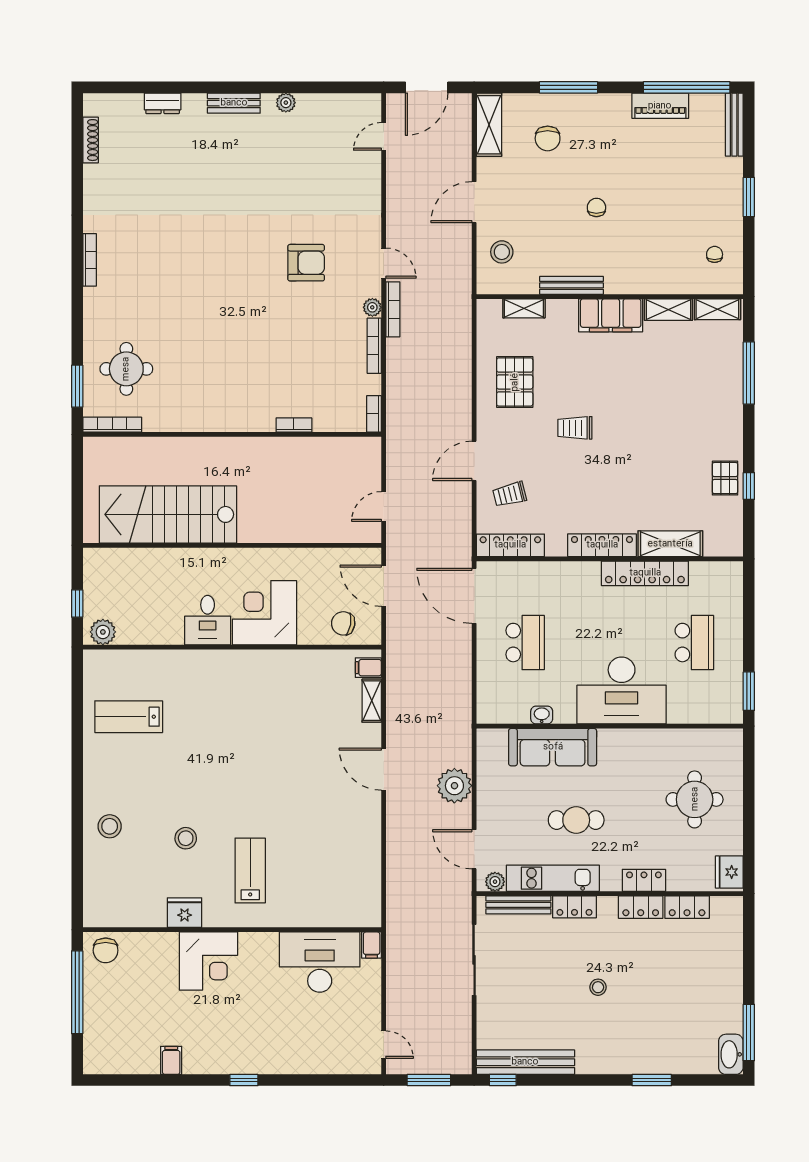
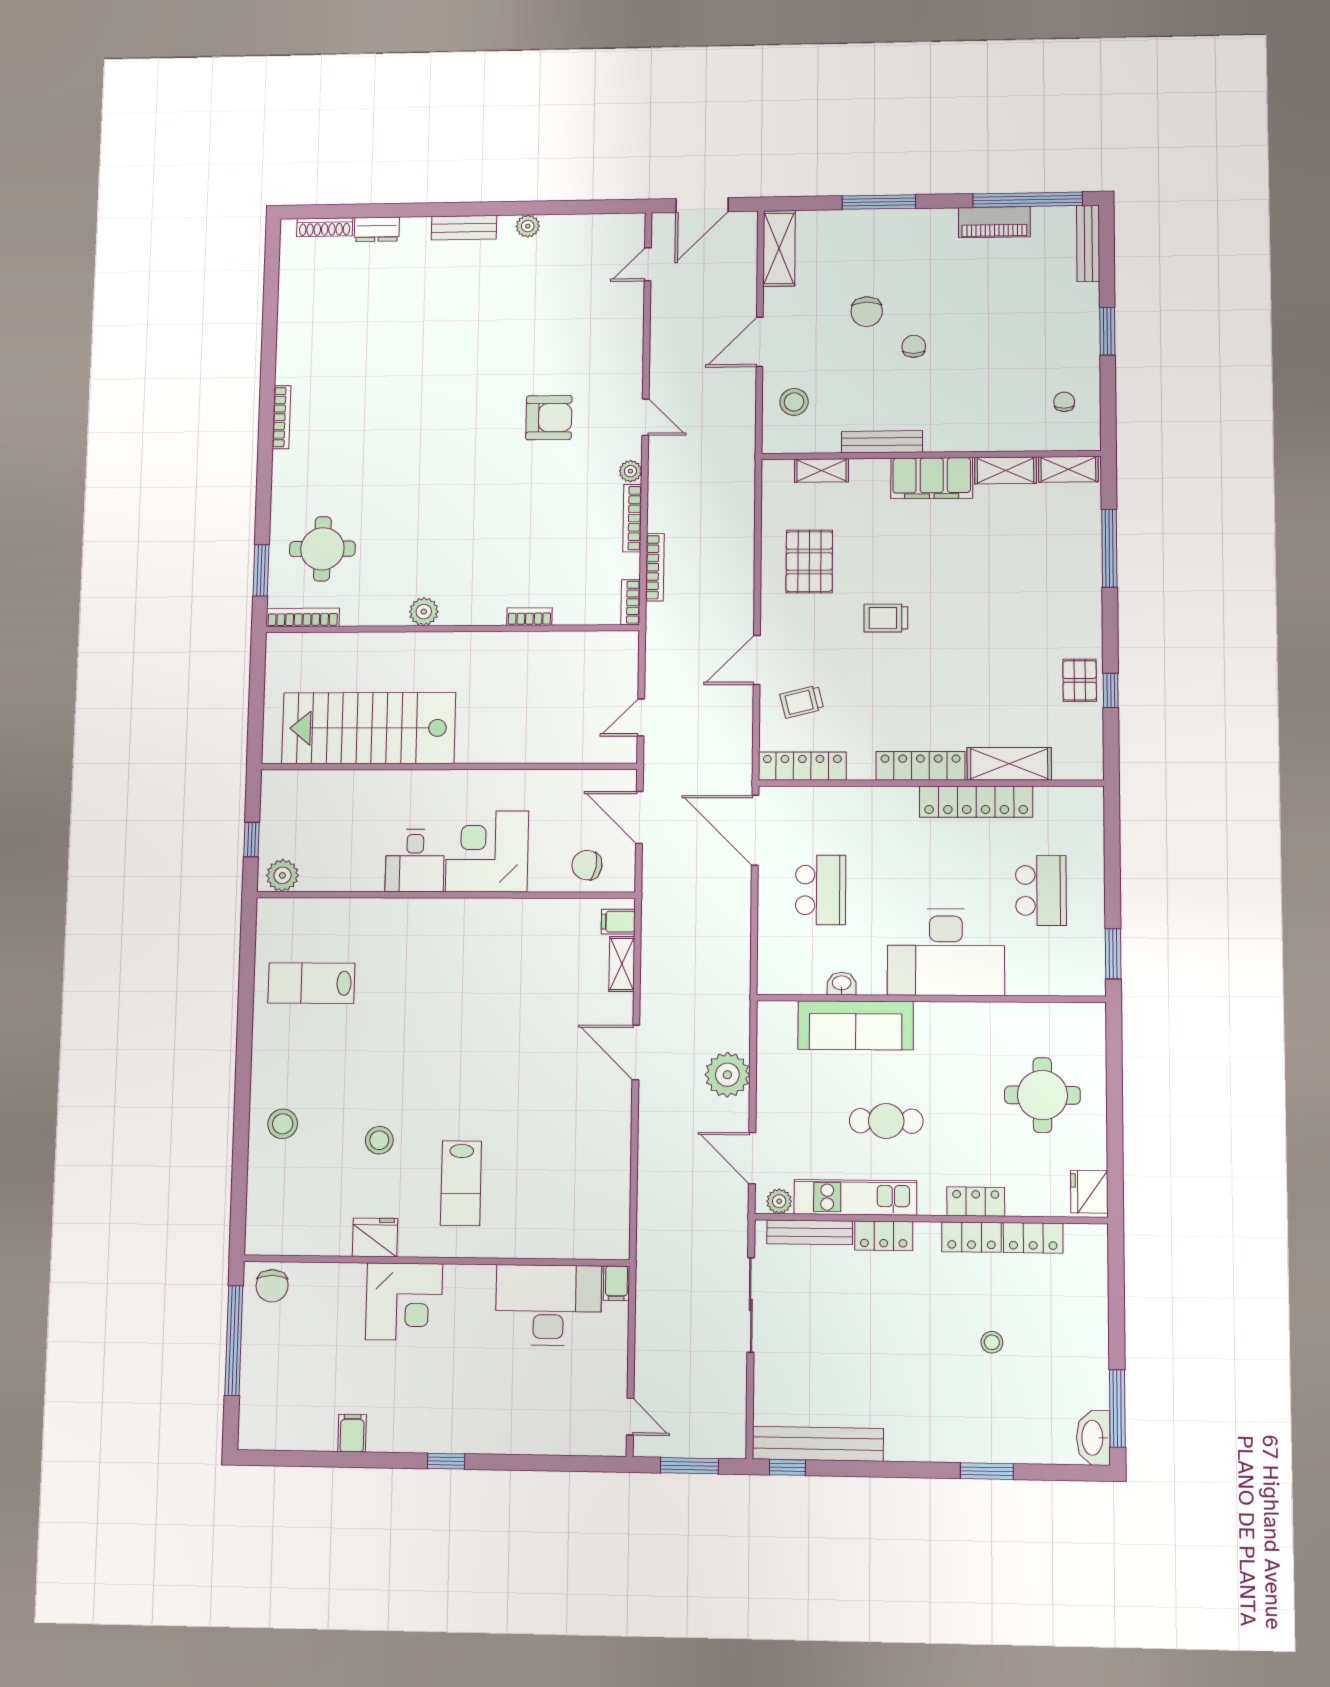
chair: (548, 138) -> (867, 312), moved
shoe rack: (91, 140) -> (325, 227), moved, turned 90
bookcase: (393, 309) -> (655, 567), moved
plant: (209, 421) -> (424, 612), added
lab bench: (250, 871) -> (461, 1183), turned 180
stool: (598, 987) -> (992, 1342), moved

